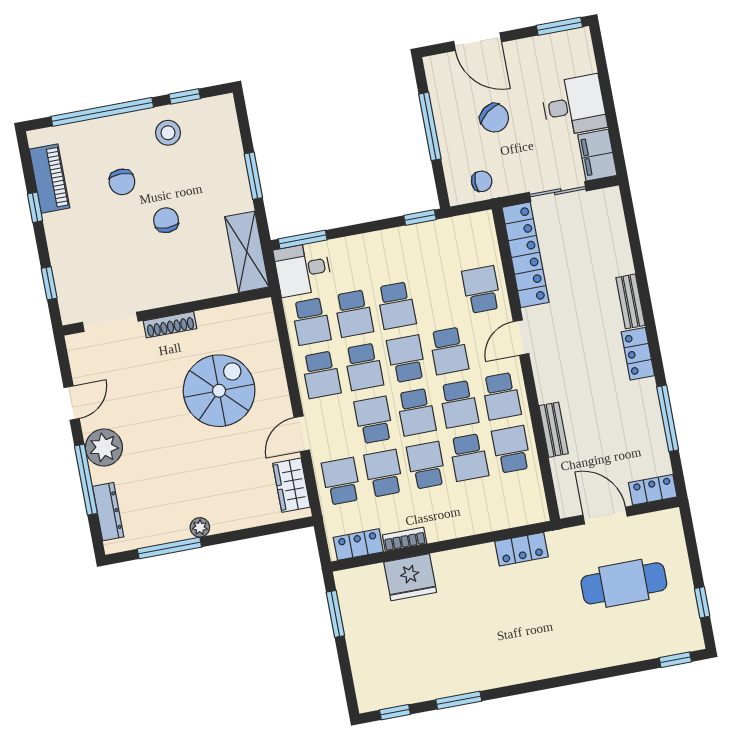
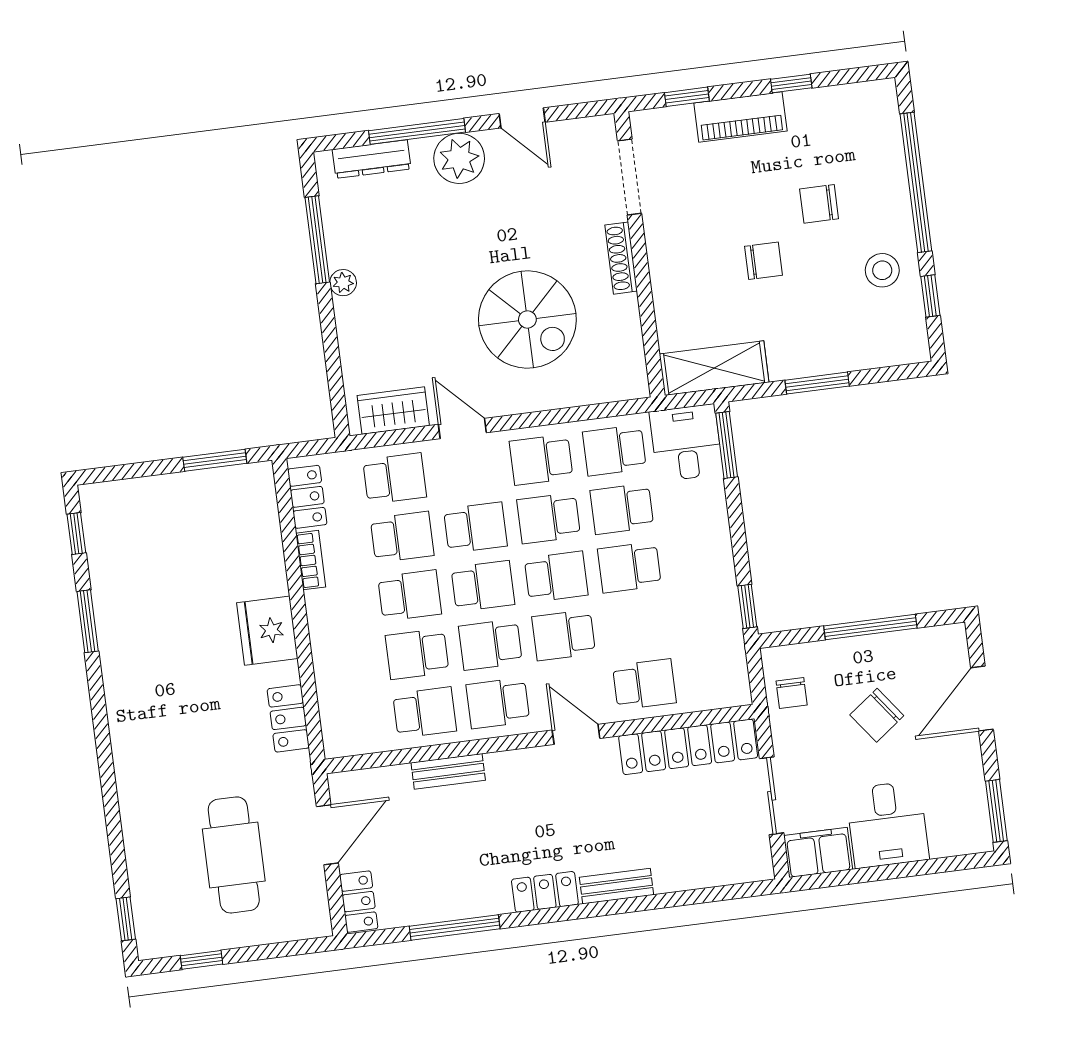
piano: (50, 179) -> (740, 117), moved
school desk: (416, 412) -> (483, 586), turned 180
fridge: (410, 577) -> (267, 631), moved

